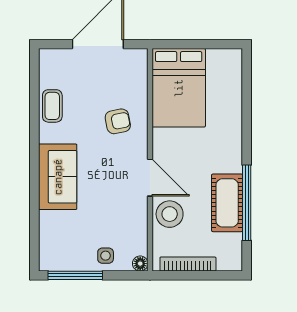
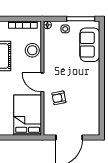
coffee table: (52, 106) -> (93, 106), removed
sofa: (58, 177) -> (90, 45), moved
door: (150, 178) -> (42, 82), moved

